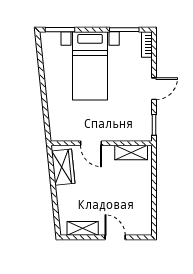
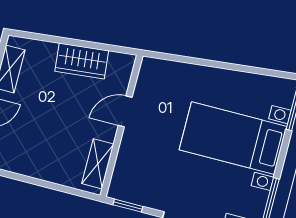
wardrobe: (63, 167) -> (82, 61), moved

